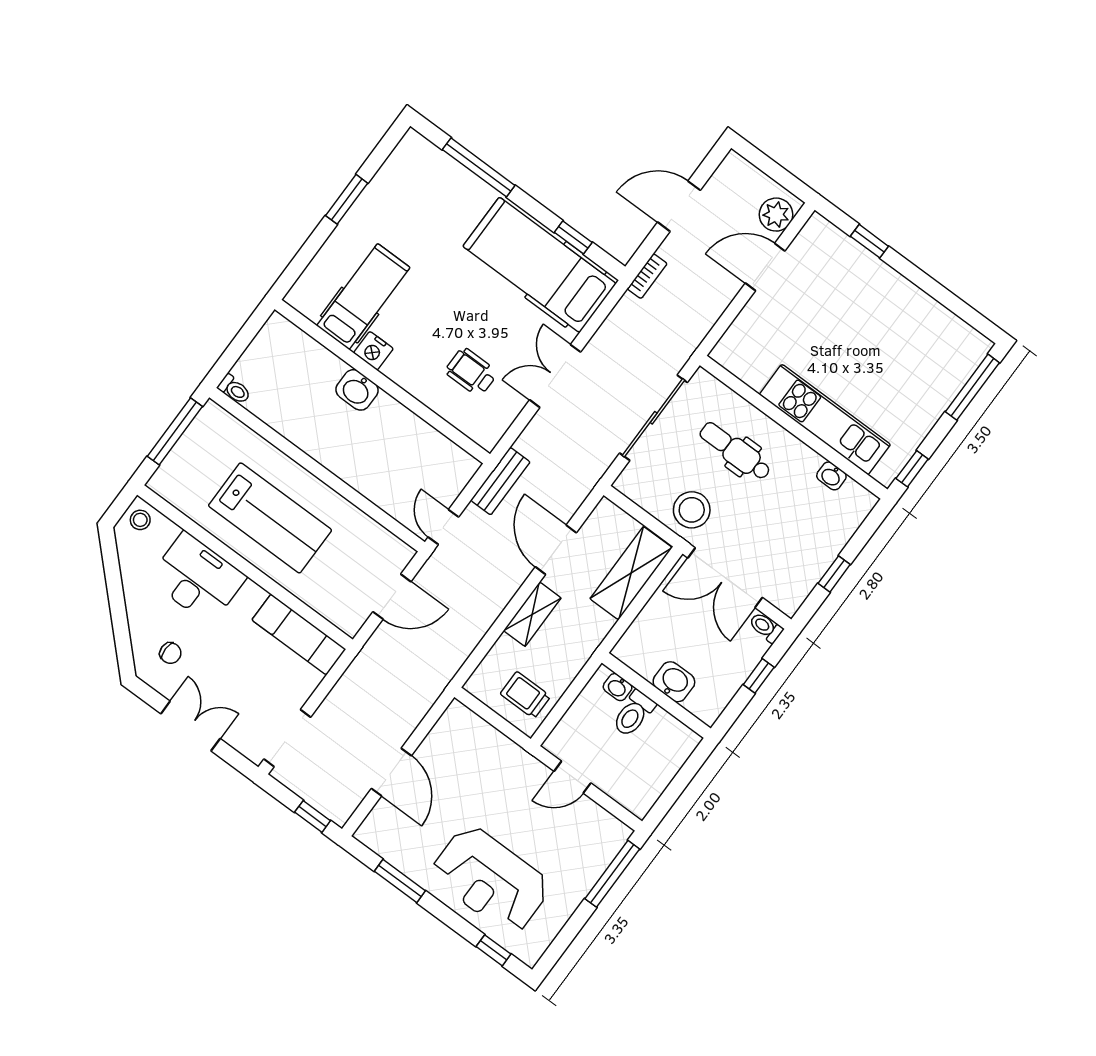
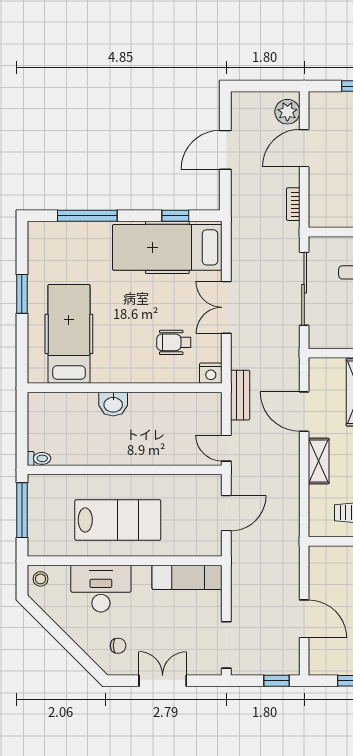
bookcase: (647, 276) -> (293, 204), moved, turned 180
hospital bed: (363, 297) -> (69, 334), width x1.37, depth x1.29
nightstand: (373, 351) -> (211, 373), moved

